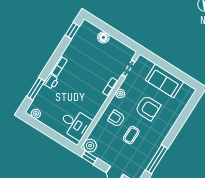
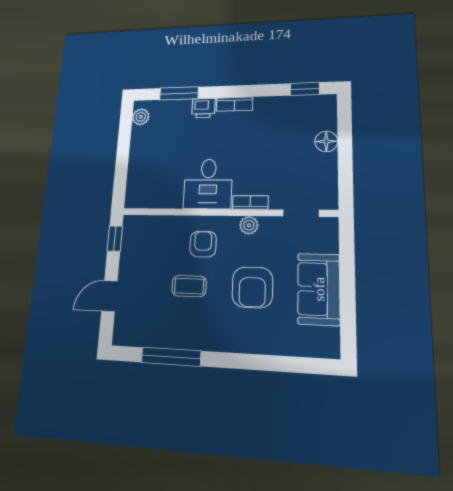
desk: (75, 124) -> (208, 184), moved
plant: (90, 146) -> (135, 228), removed

